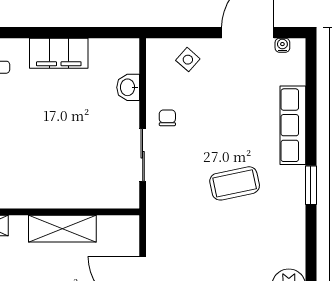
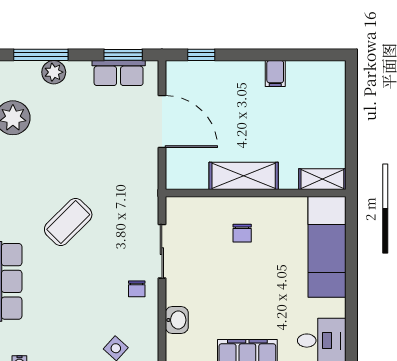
chair: (64, 173) -> (242, 233), added
coffee table: (235, 183) -> (68, 222), turned -33

